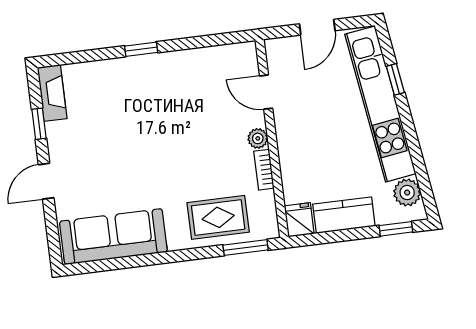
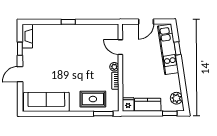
kitchen unit: (380, 104) -> (168, 49), width x0.73

